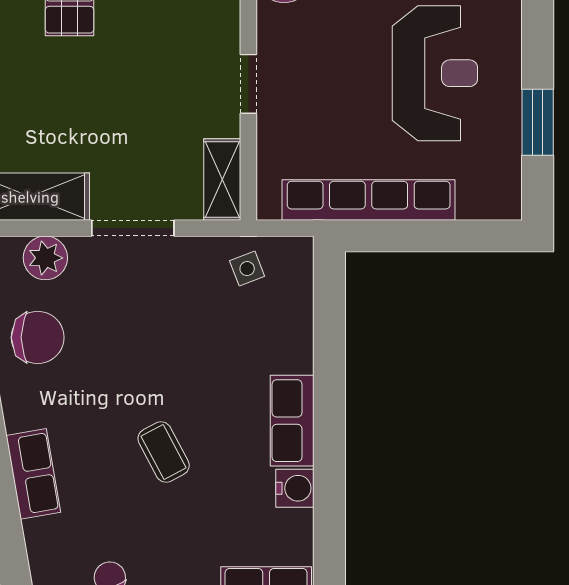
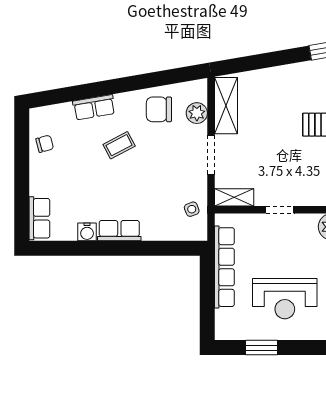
chair: (38, 337) -> (159, 109), turned 90
coffee table: (164, 452) -> (119, 145), moved

